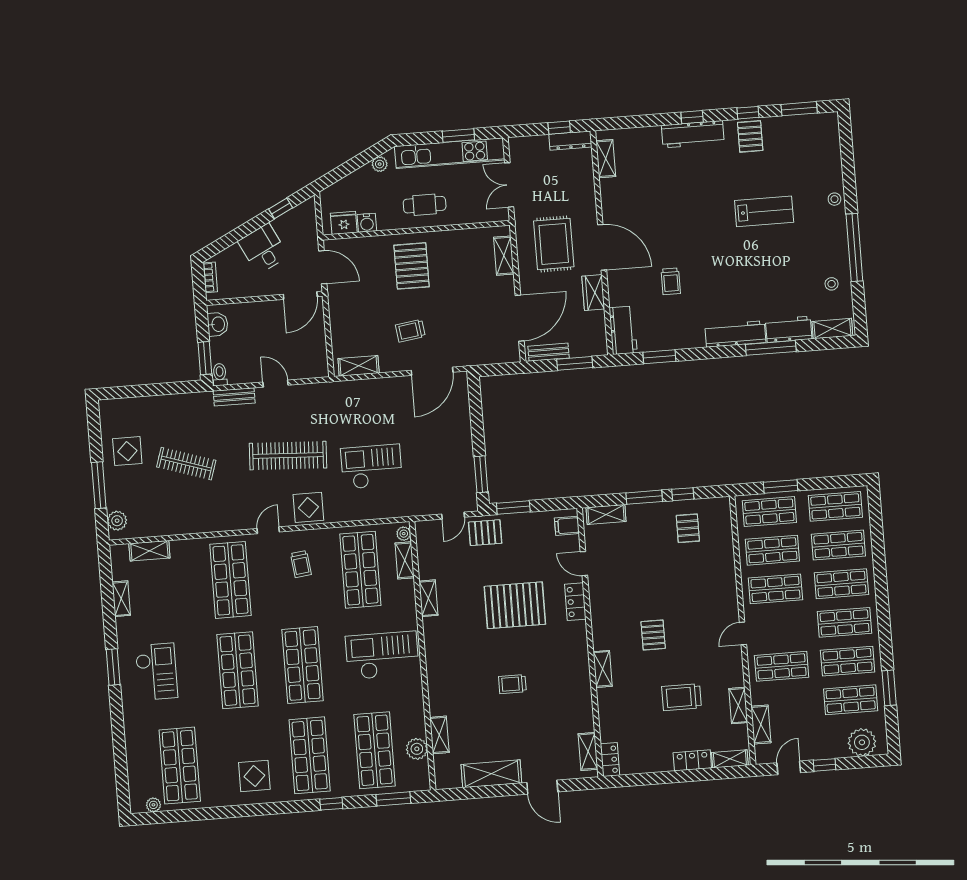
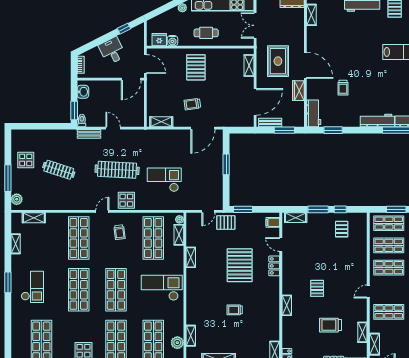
window: (481, 474) -> (226, 164), moved
pallet: (515, 605) -> (240, 265), turned 90

